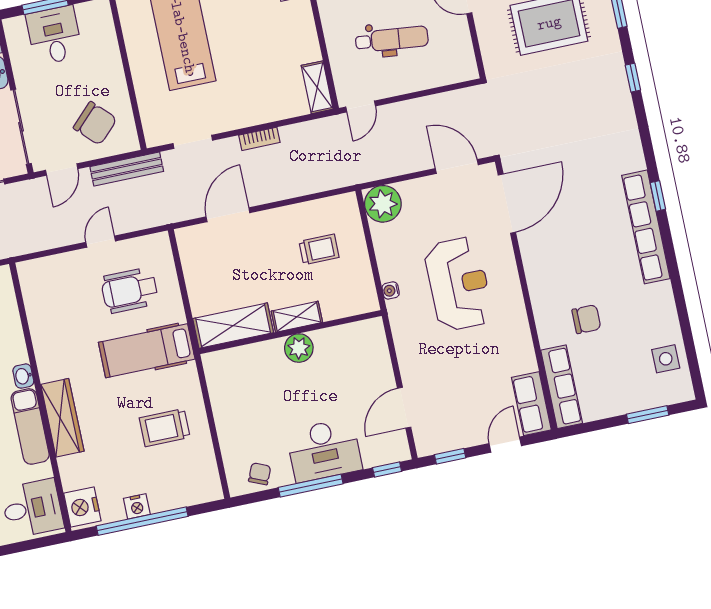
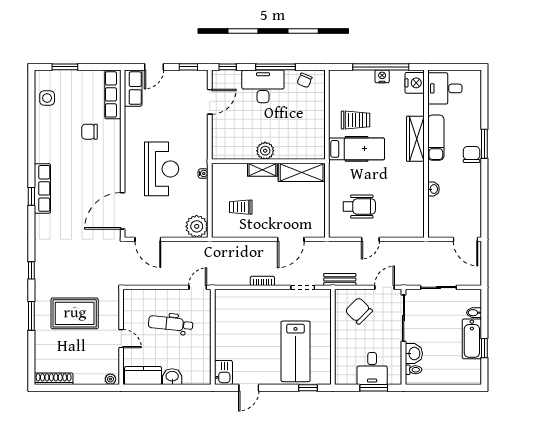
shelving: (317, 87) -> (221, 304), removed
bench: (127, 169) -> (340, 279), width x0.73
row of seats: (646, 227) -> (42, 188), width x0.73
reception desk: (459, 284) -> (162, 169), turned 180
hospital bed: (147, 351) -> (357, 149), moved
washbasin: (23, 376) -> (434, 189), moved

